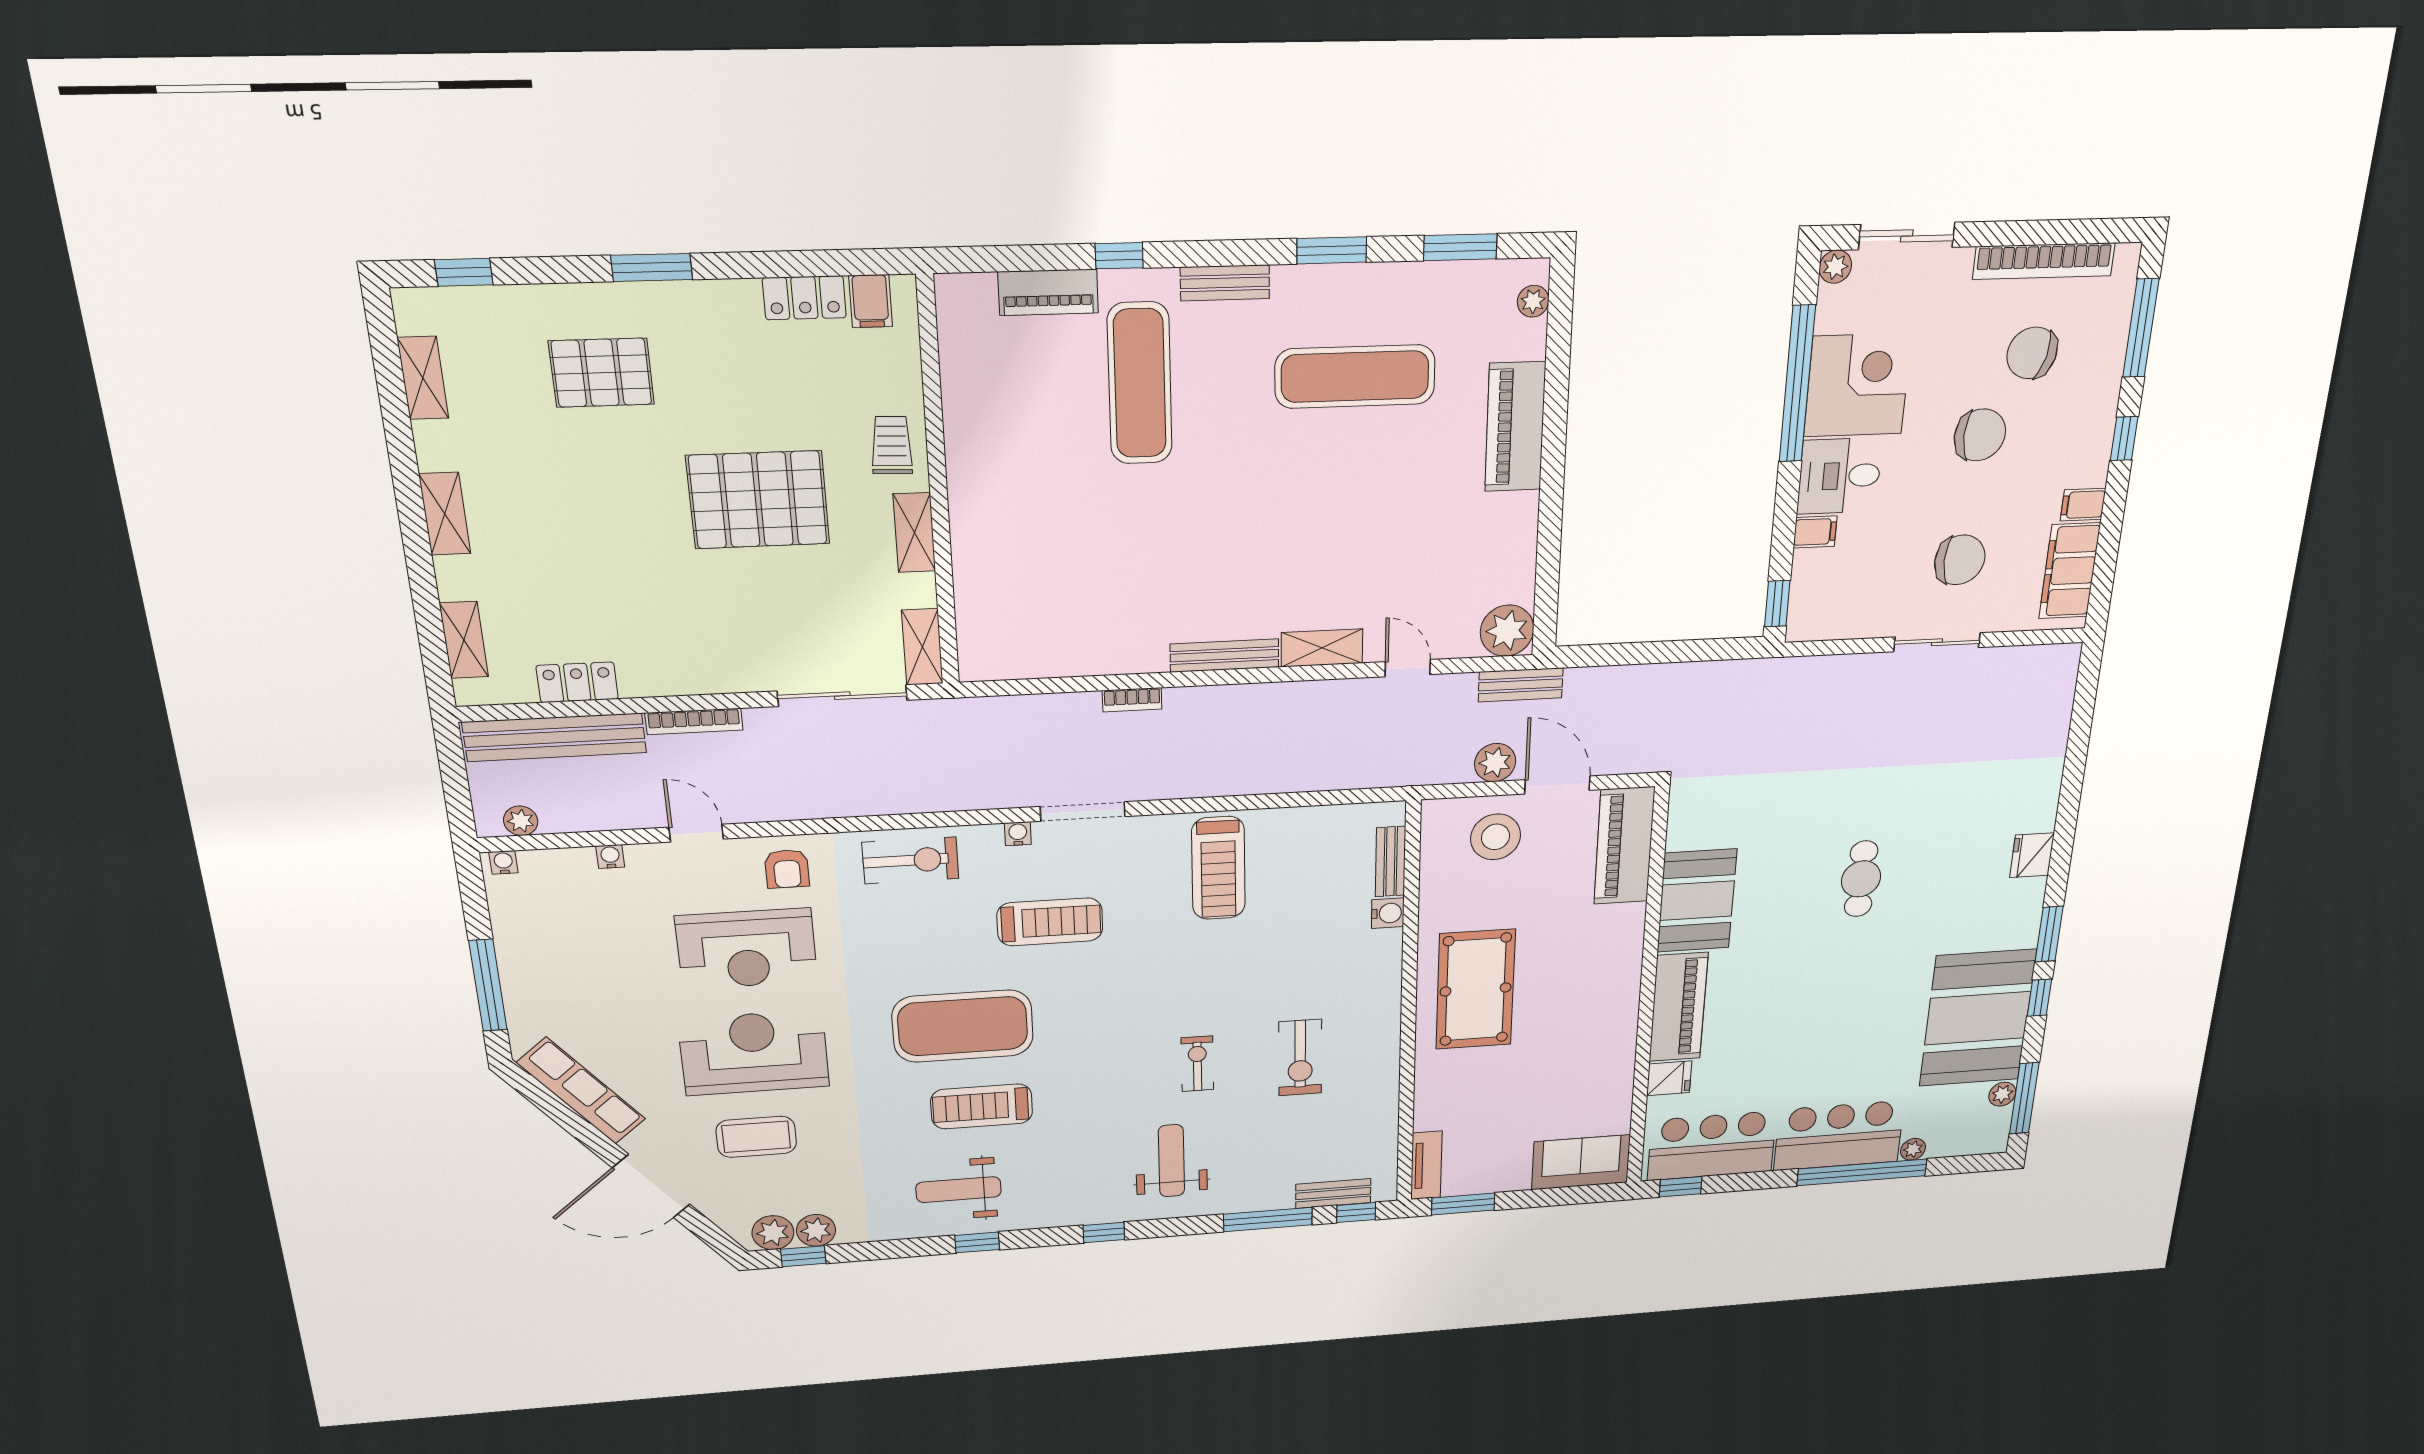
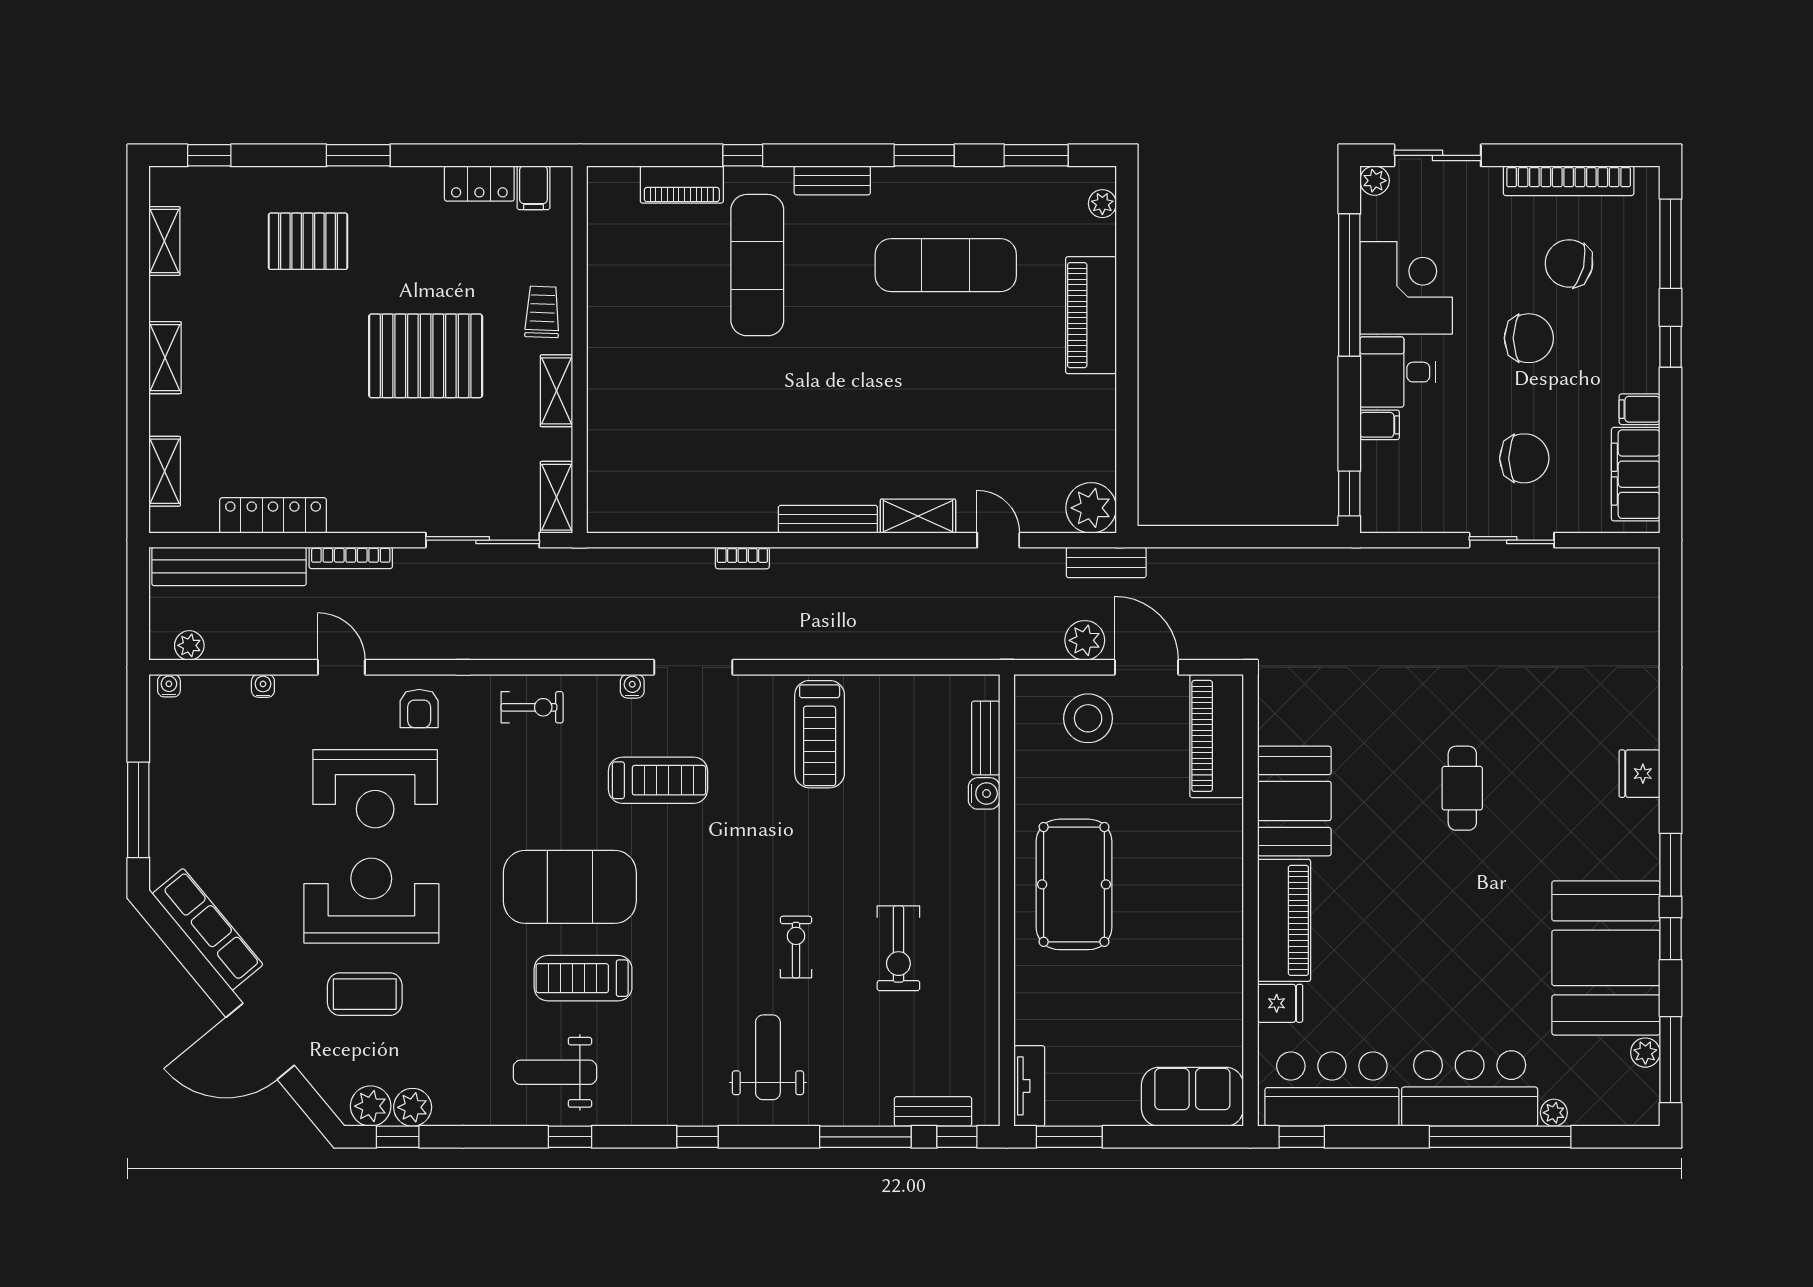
locker: (577, 682) -> (273, 515), width x1.53
exercise bike: (911, 860) -> (532, 707), width x0.73, depth x0.72

